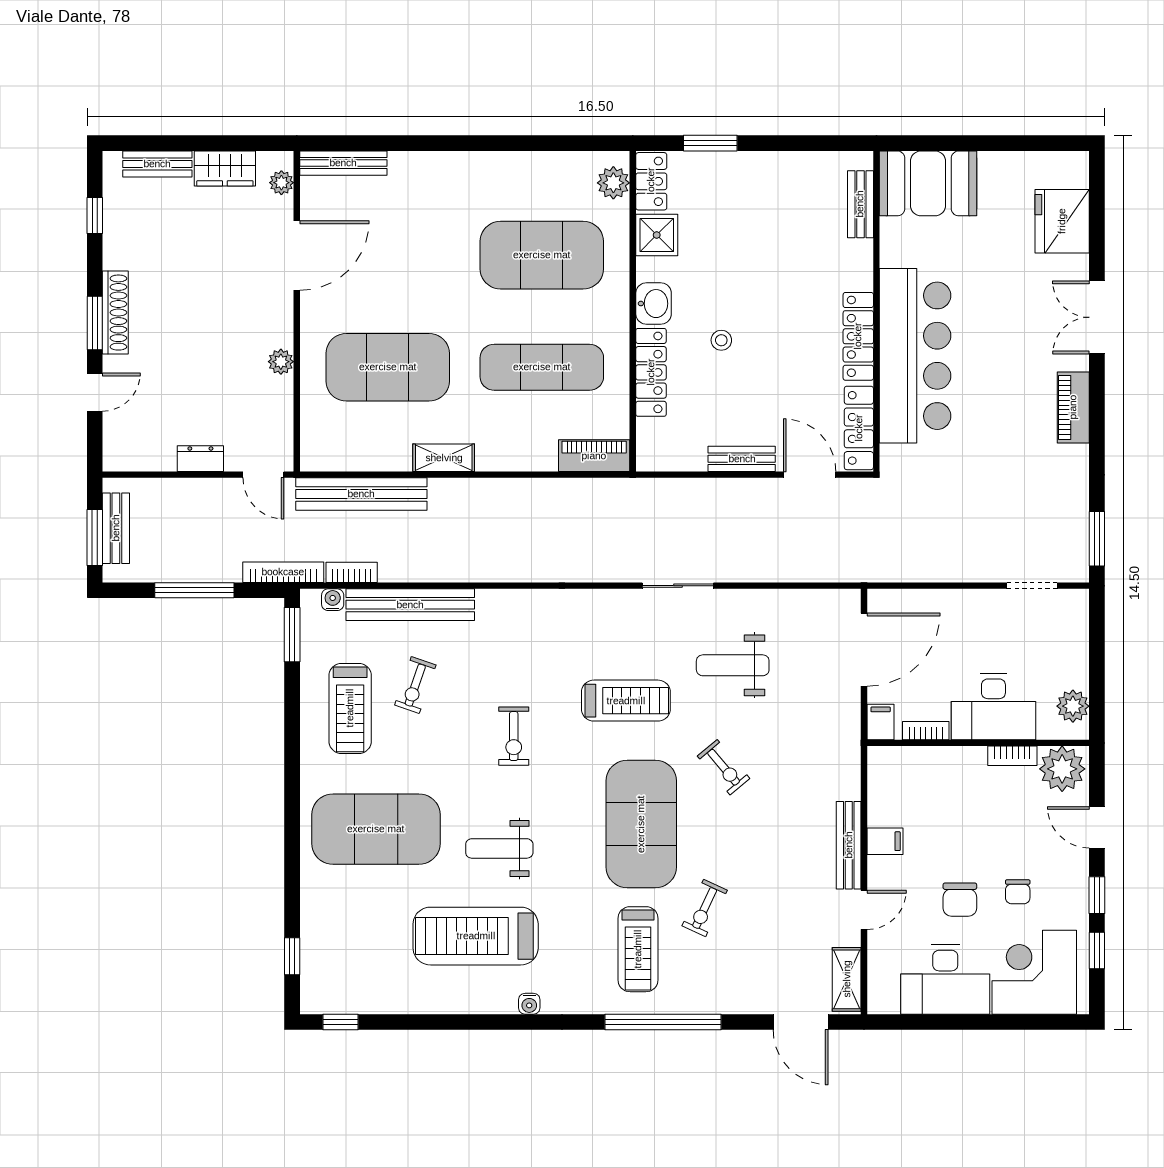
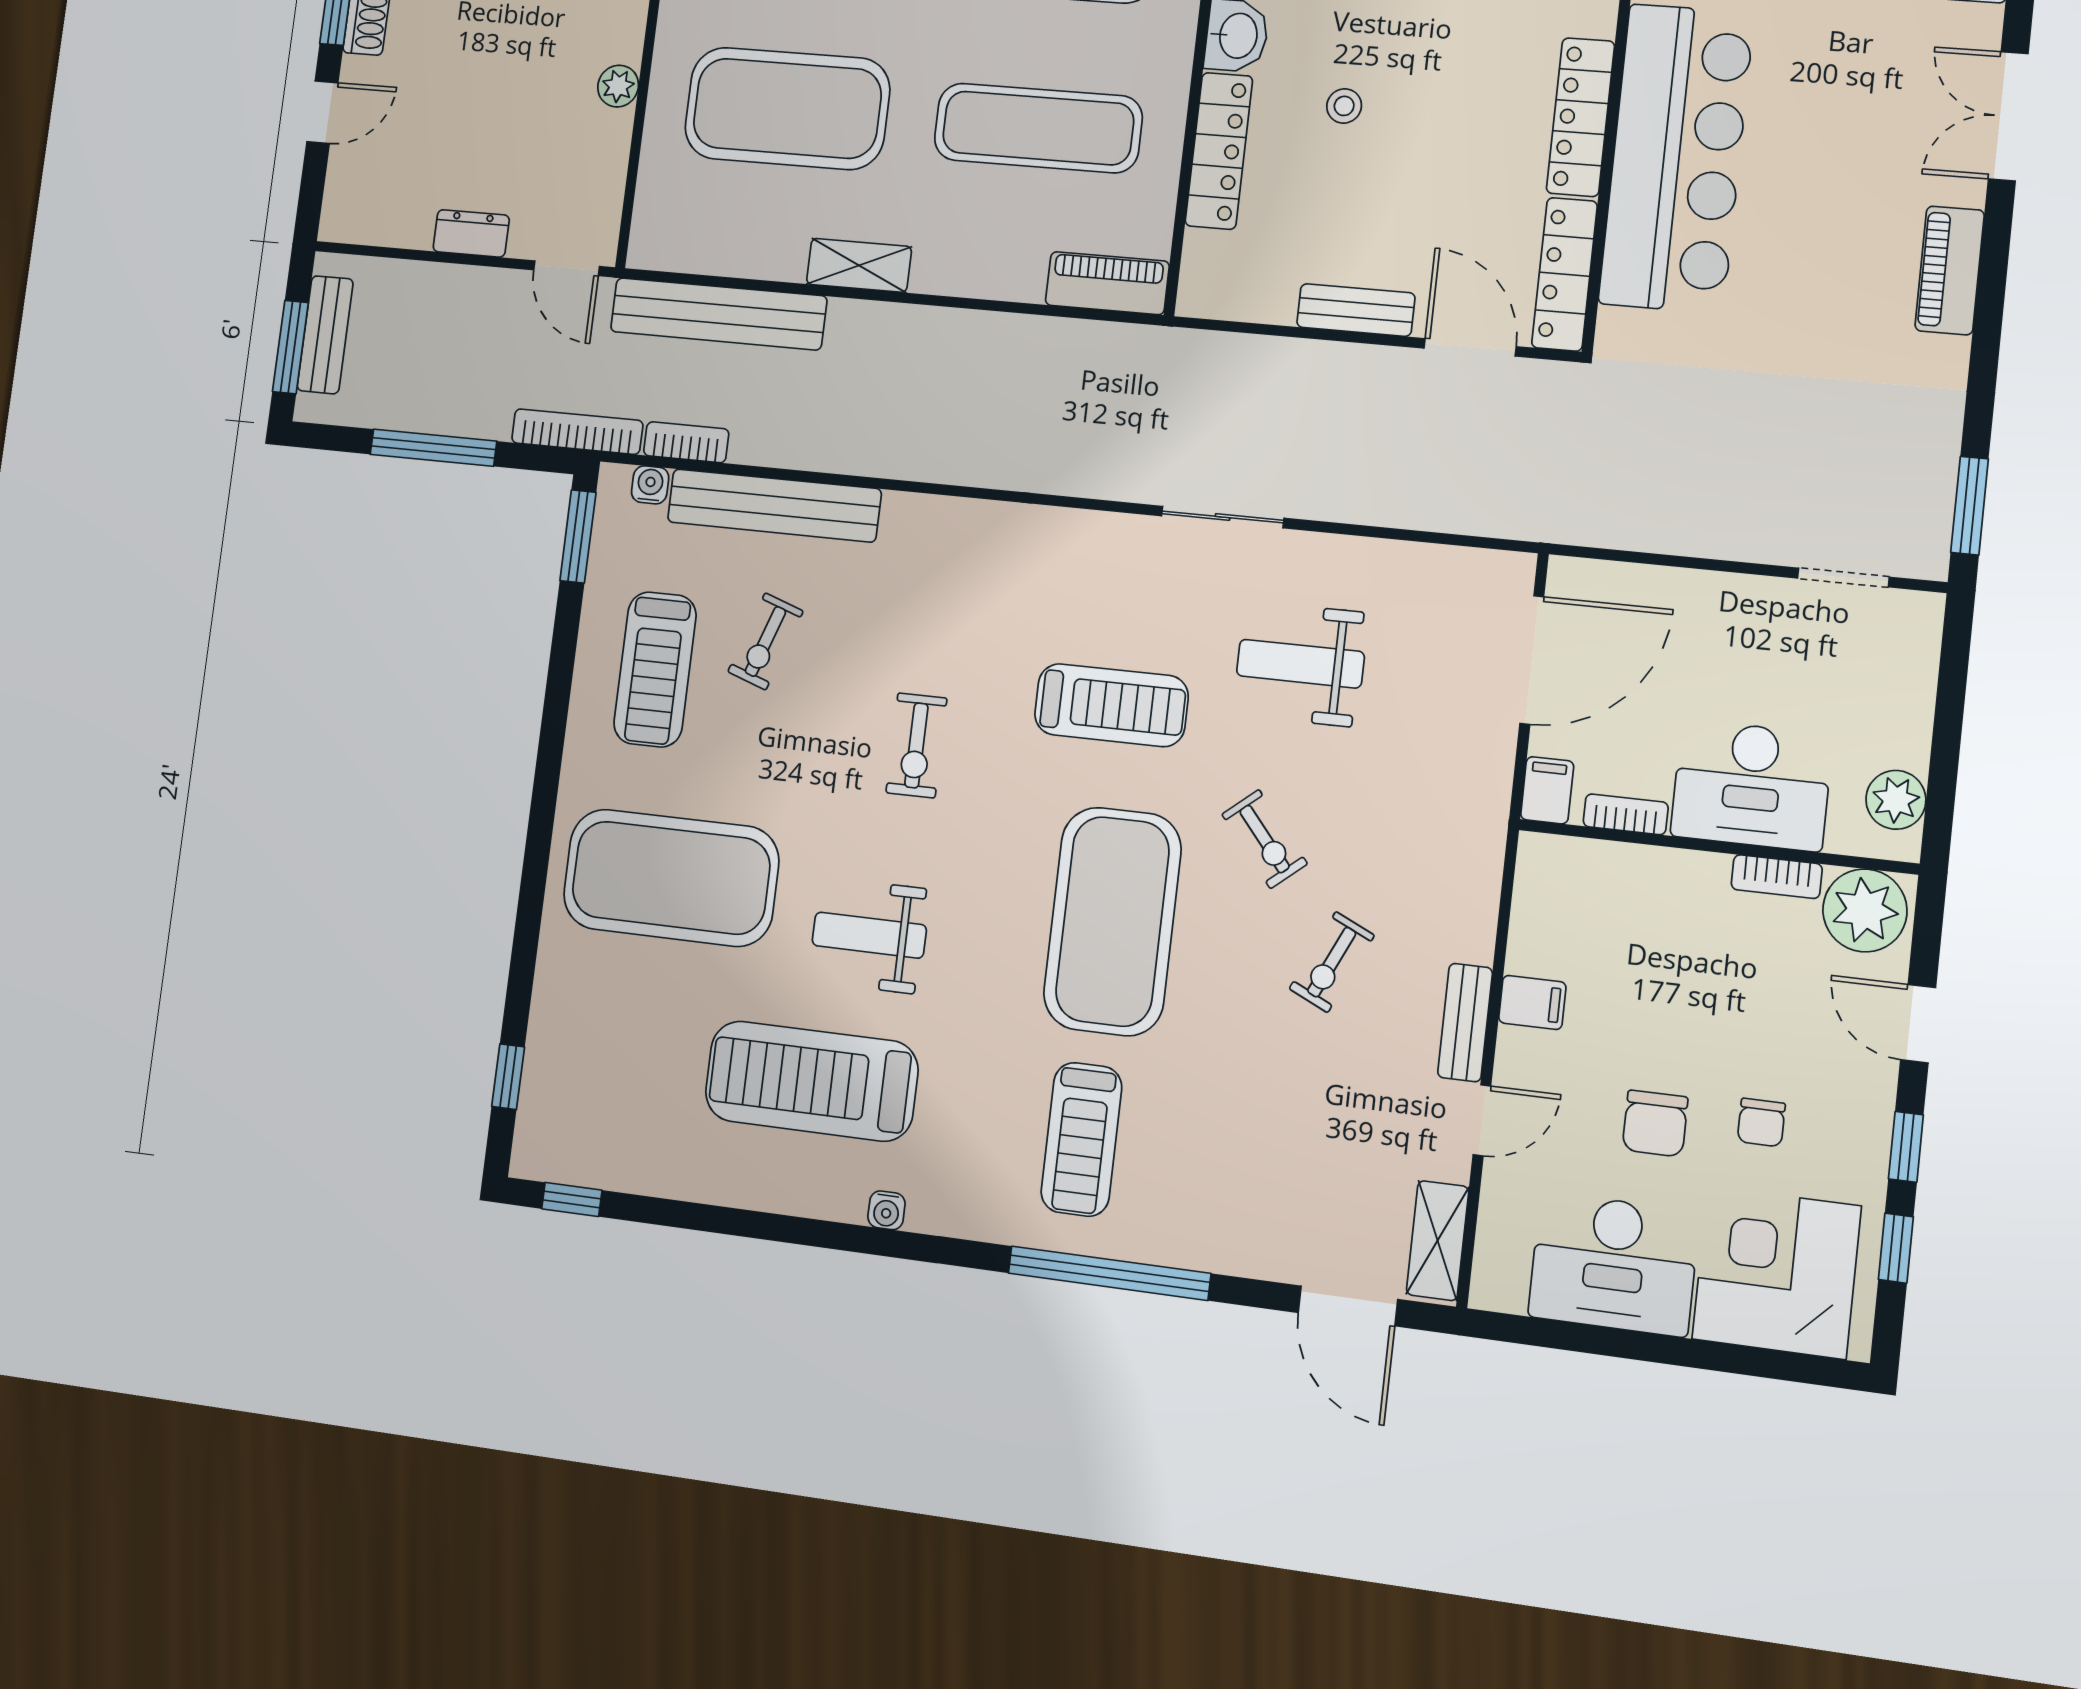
bench: (849, 845) -> (1465, 1023), width x0.73
exercise bike: (705, 908) -> (1332, 962), moved

